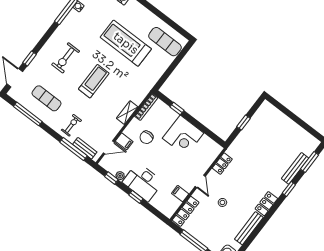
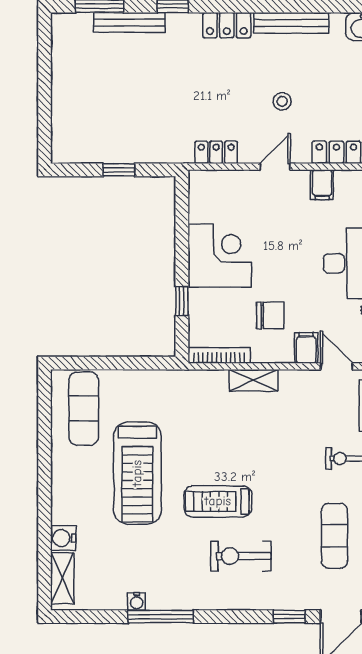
exercise bike: (66, 58) -> (241, 556), turned 180
treadmill: (94, 81) -> (218, 501), moved

